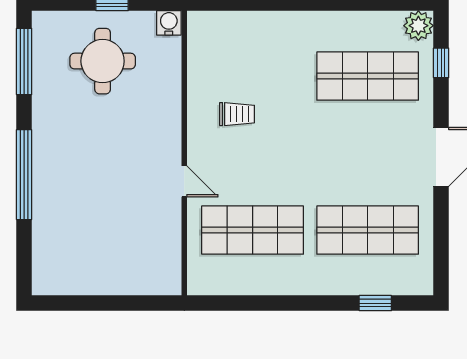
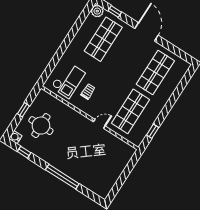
water cooler: (169, 23) -> (15, 137), moved
checkout: (235, 57) -> (68, 80), added
window: (24, 61) -> (24, 152), width x0.46
window: (375, 303) -> (153, 131), moved

